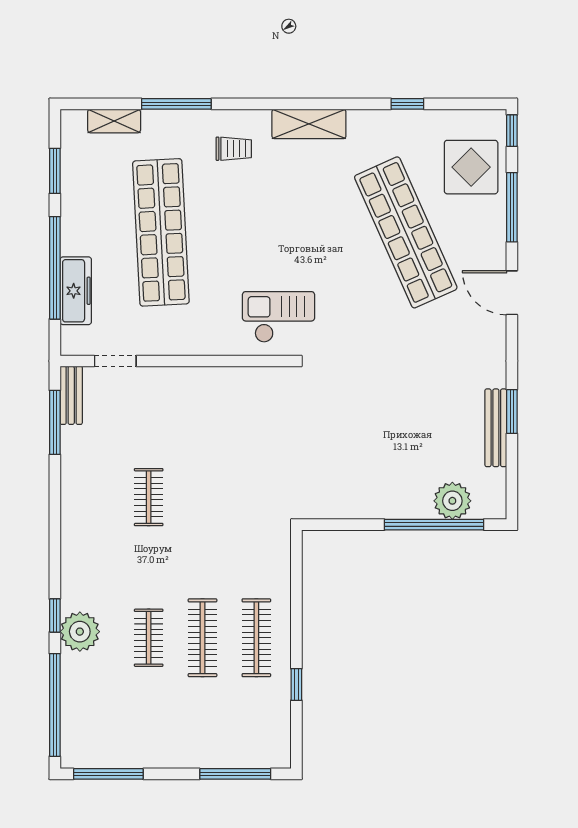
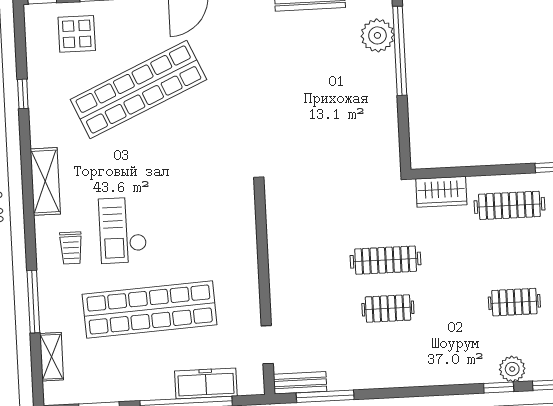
trolley: (234, 149) -> (71, 248), turned 180
display table: (471, 167) -> (77, 34), width x0.73, depth x0.73
checkout: (279, 317) -> (123, 230), moved
wardrobe: (275, 563) -> (441, 192), added
plant: (80, 632) -> (512, 369), width x0.73, depth x0.73
clothes rail: (202, 638) -> (386, 260), moved

